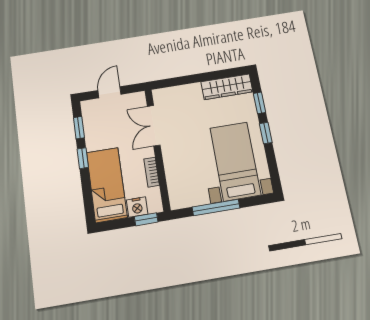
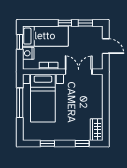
wardrobe: (227, 87) -> (97, 130), width x0.67
window: (266, 133) -> (47, 144), moved
bed with nightstands: (235, 161) -> (43, 98), moved, turned 90
window: (146, 219) -> (20, 42), moved

